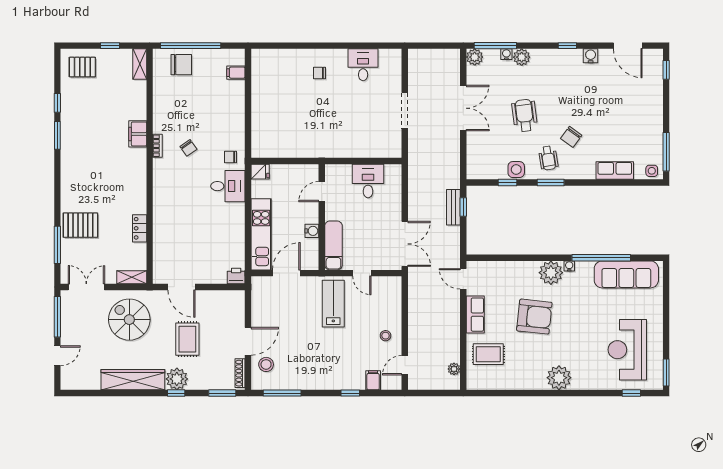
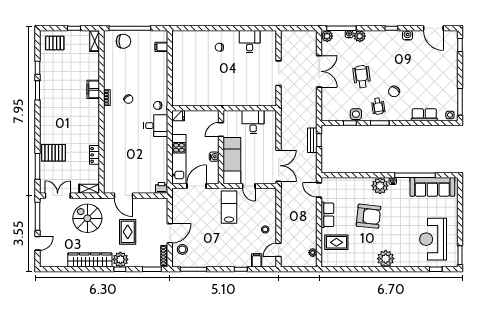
exam couch: (333, 245) -> (232, 161), width x1.36, depth x1.45

